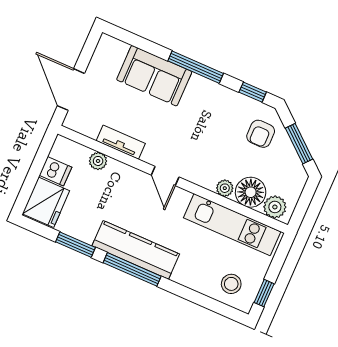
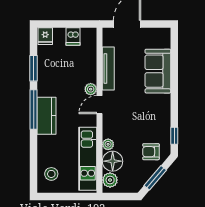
window: (196, 67) -> (174, 94), removed
tv unit: (121, 142) -> (108, 68), width x1.41
plant: (98, 161) -> (91, 89), moved
fridge: (46, 202) -> (45, 36), width x0.53, depth x0.75
kitchen counter: (136, 250) -> (46, 116), width x0.67
window: (264, 293) -> (55, 196), removed

